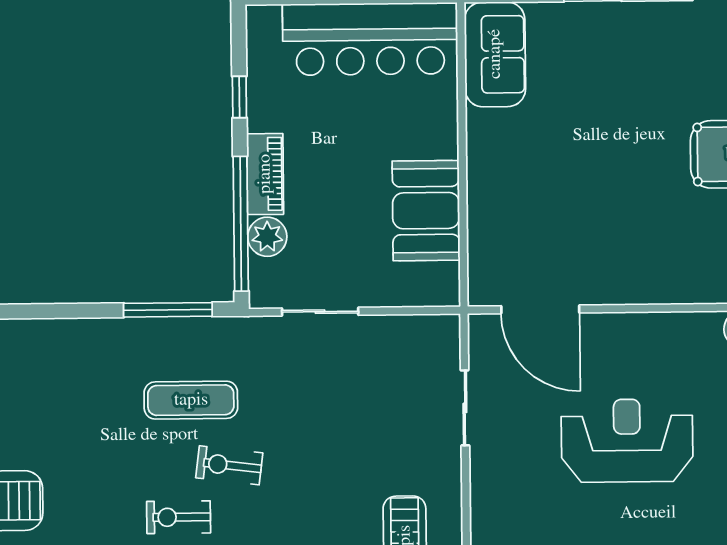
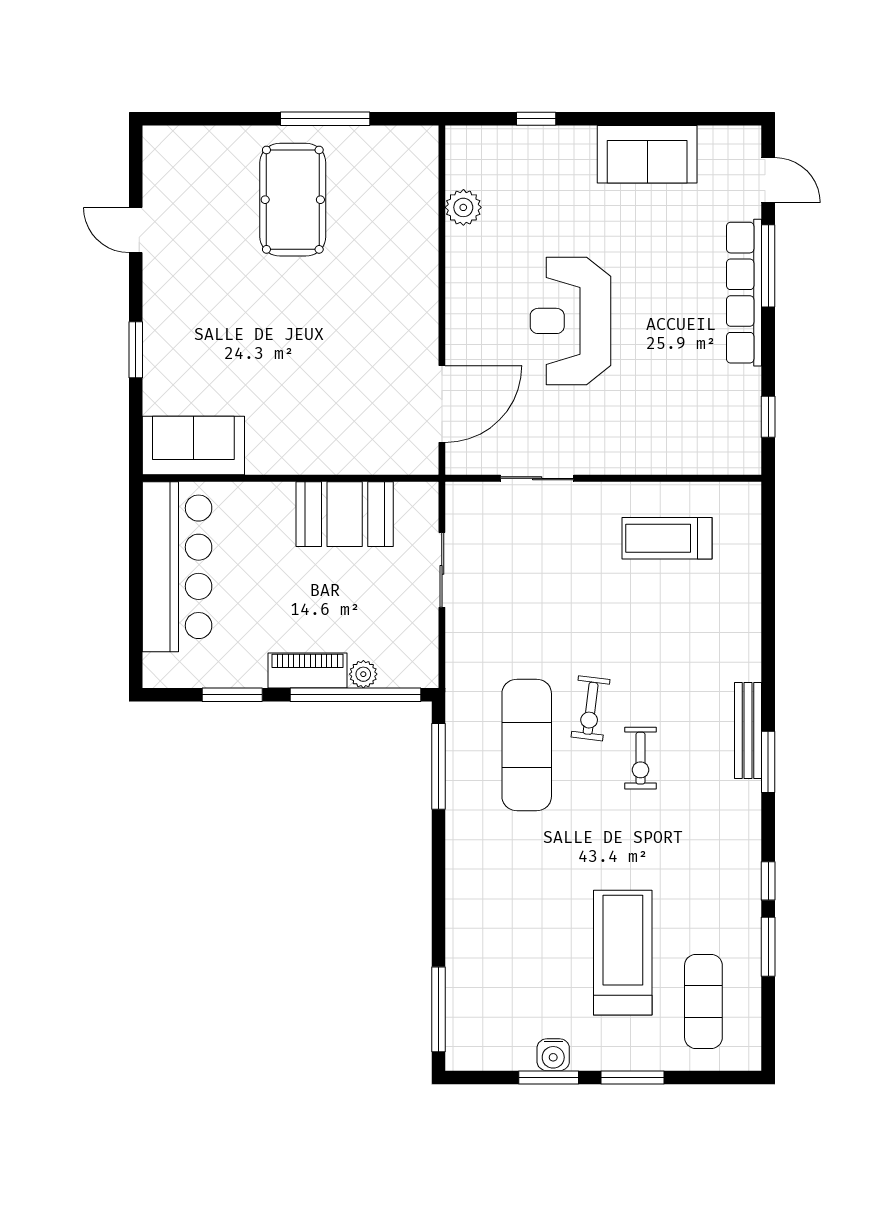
window: (239, 97) -> (232, 695), width x1.50
plant: (267, 237) -> (363, 674), width x0.73, depth x0.73
sliding door: (320, 312) -> (442, 570), moved
exercise mat: (191, 400) -> (527, 745), width x1.36, depth x1.45

